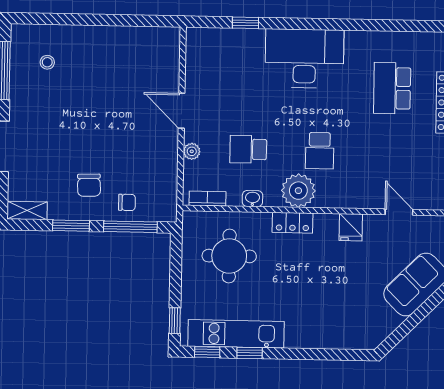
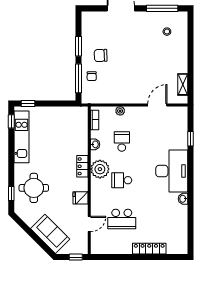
washbasin: (356, 39) -> (183, 199), added
school desk: (392, 88) -> (122, 219), moved, turned 180
door: (182, 111) -> (157, 105), moved
shelving: (27, 210) -> (183, 84), moved
round table: (229, 256) -> (34, 188), moved
window: (250, 353) -> (11, 194), moved

